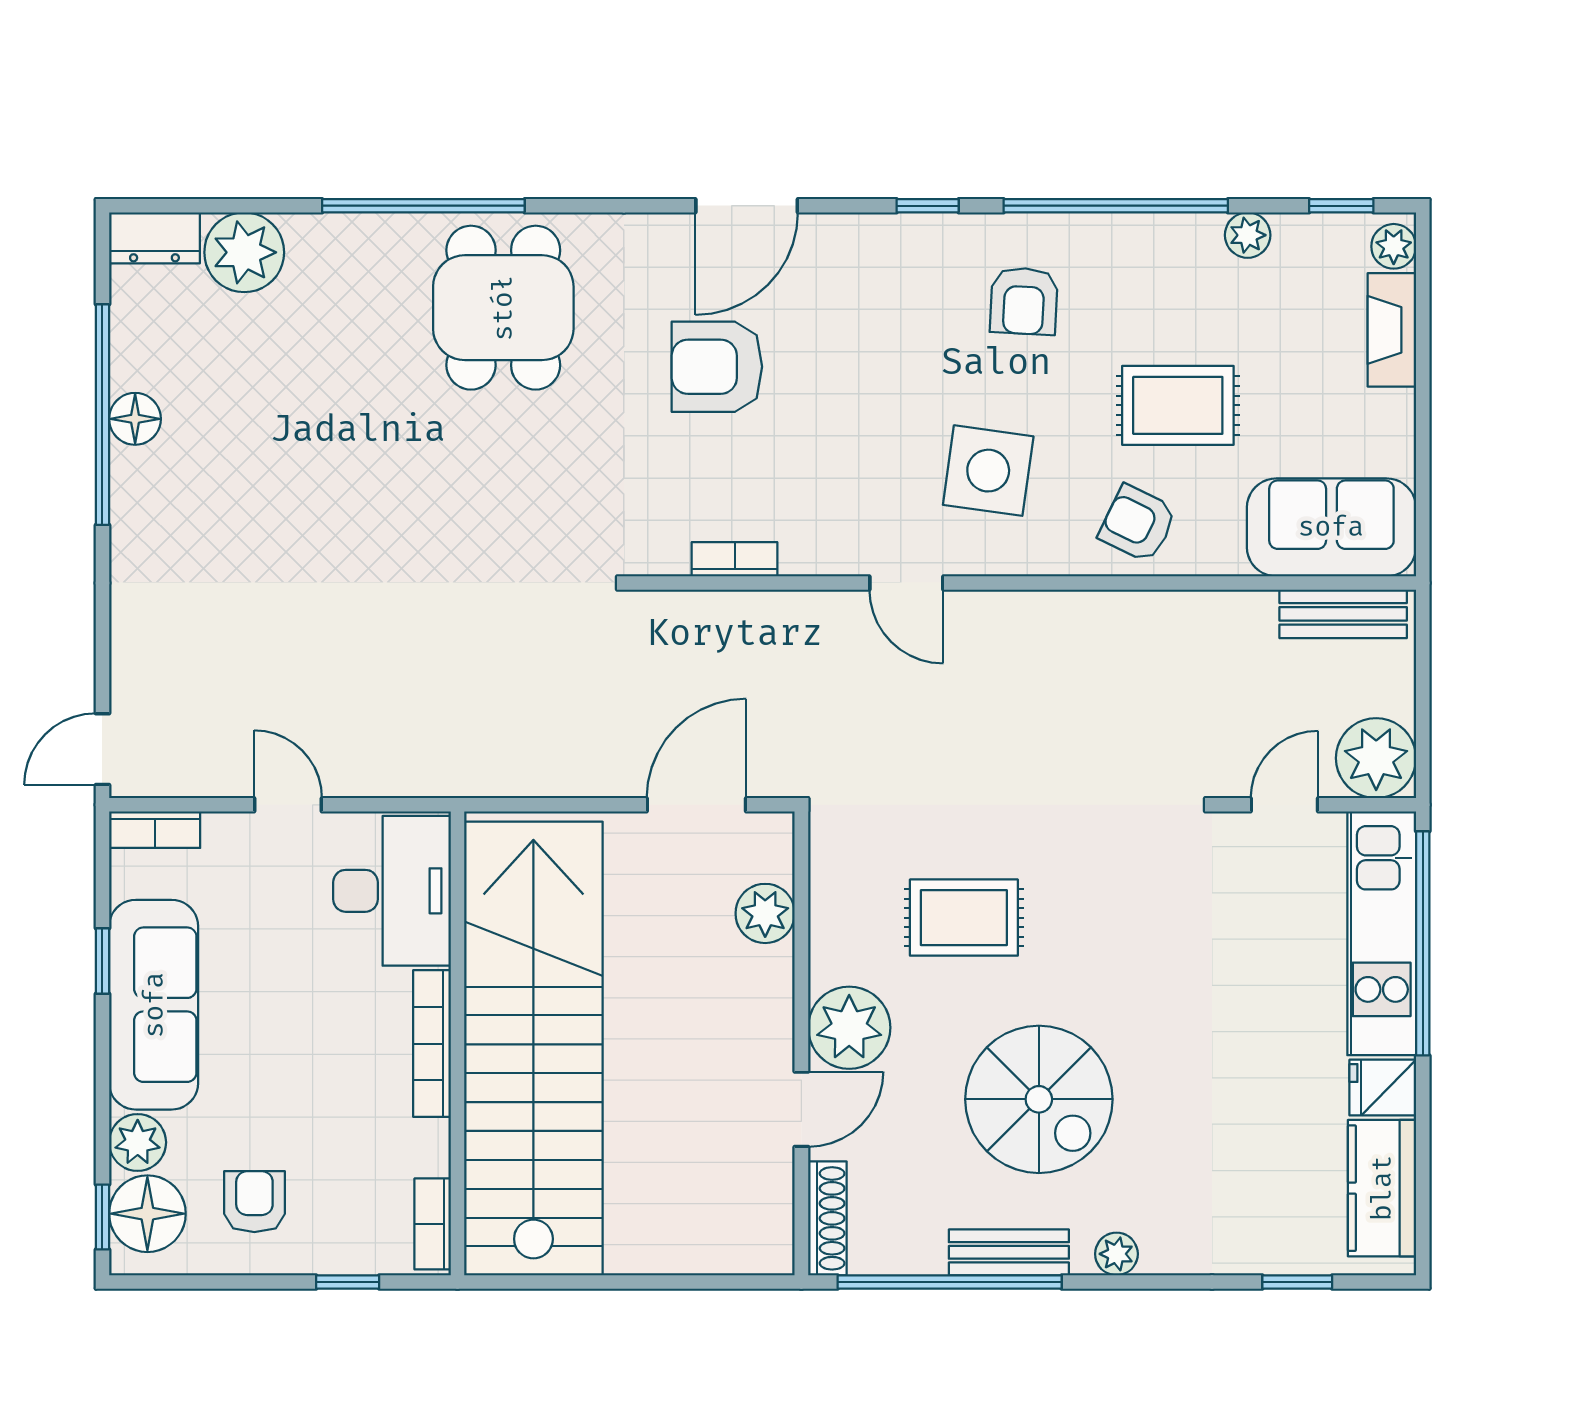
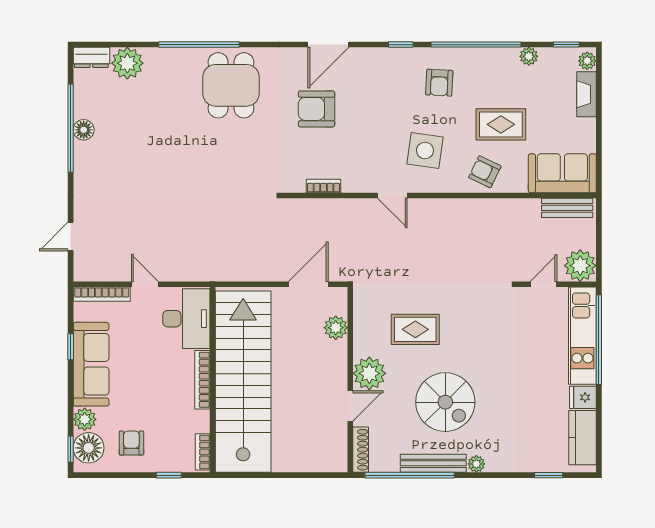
door: (102, 749) -> (71, 237), moved
bookcase: (155, 830) -> (102, 294), width x1.56
bench: (1009, 1252) -> (433, 463), width x1.36

